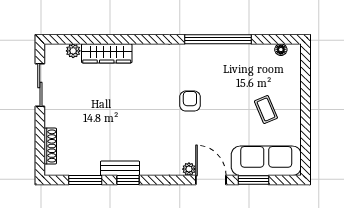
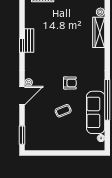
coffee table: (266, 110) -> (63, 111), moved
sofa: (266, 161) -> (96, 112), moved, turned 180
window: (85, 180) -> (22, 19), removed
window: (253, 180) -> (22, 135), moved

